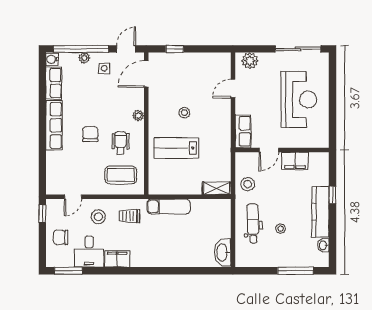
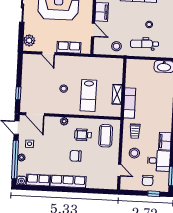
row of seats: (243, 131) -> (69, 47), moved
shelving: (217, 188) -> (117, 94), moved
window: (42, 214) -> (154, 194), moved

